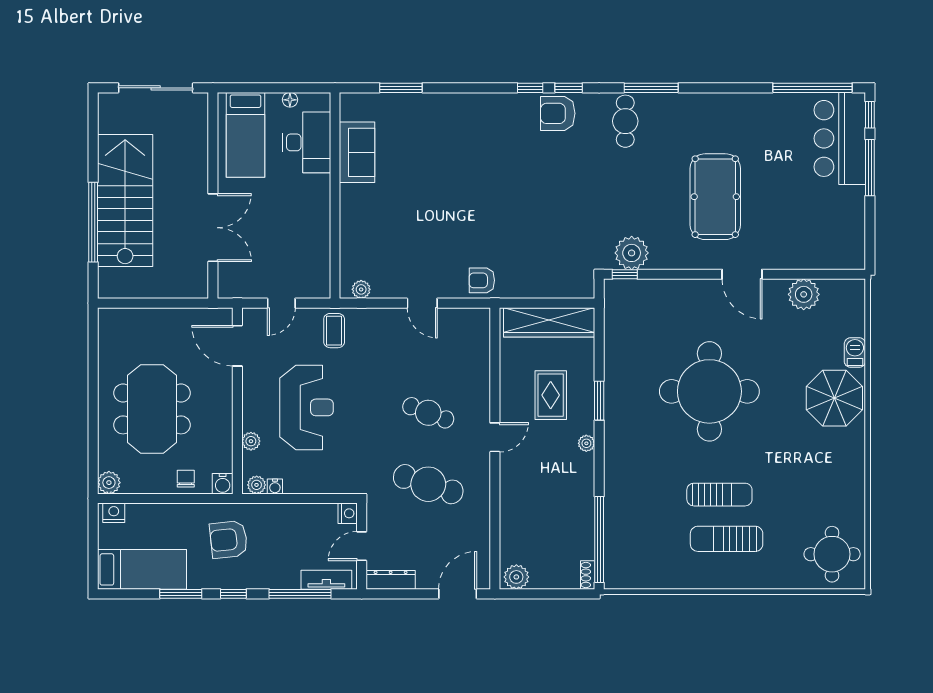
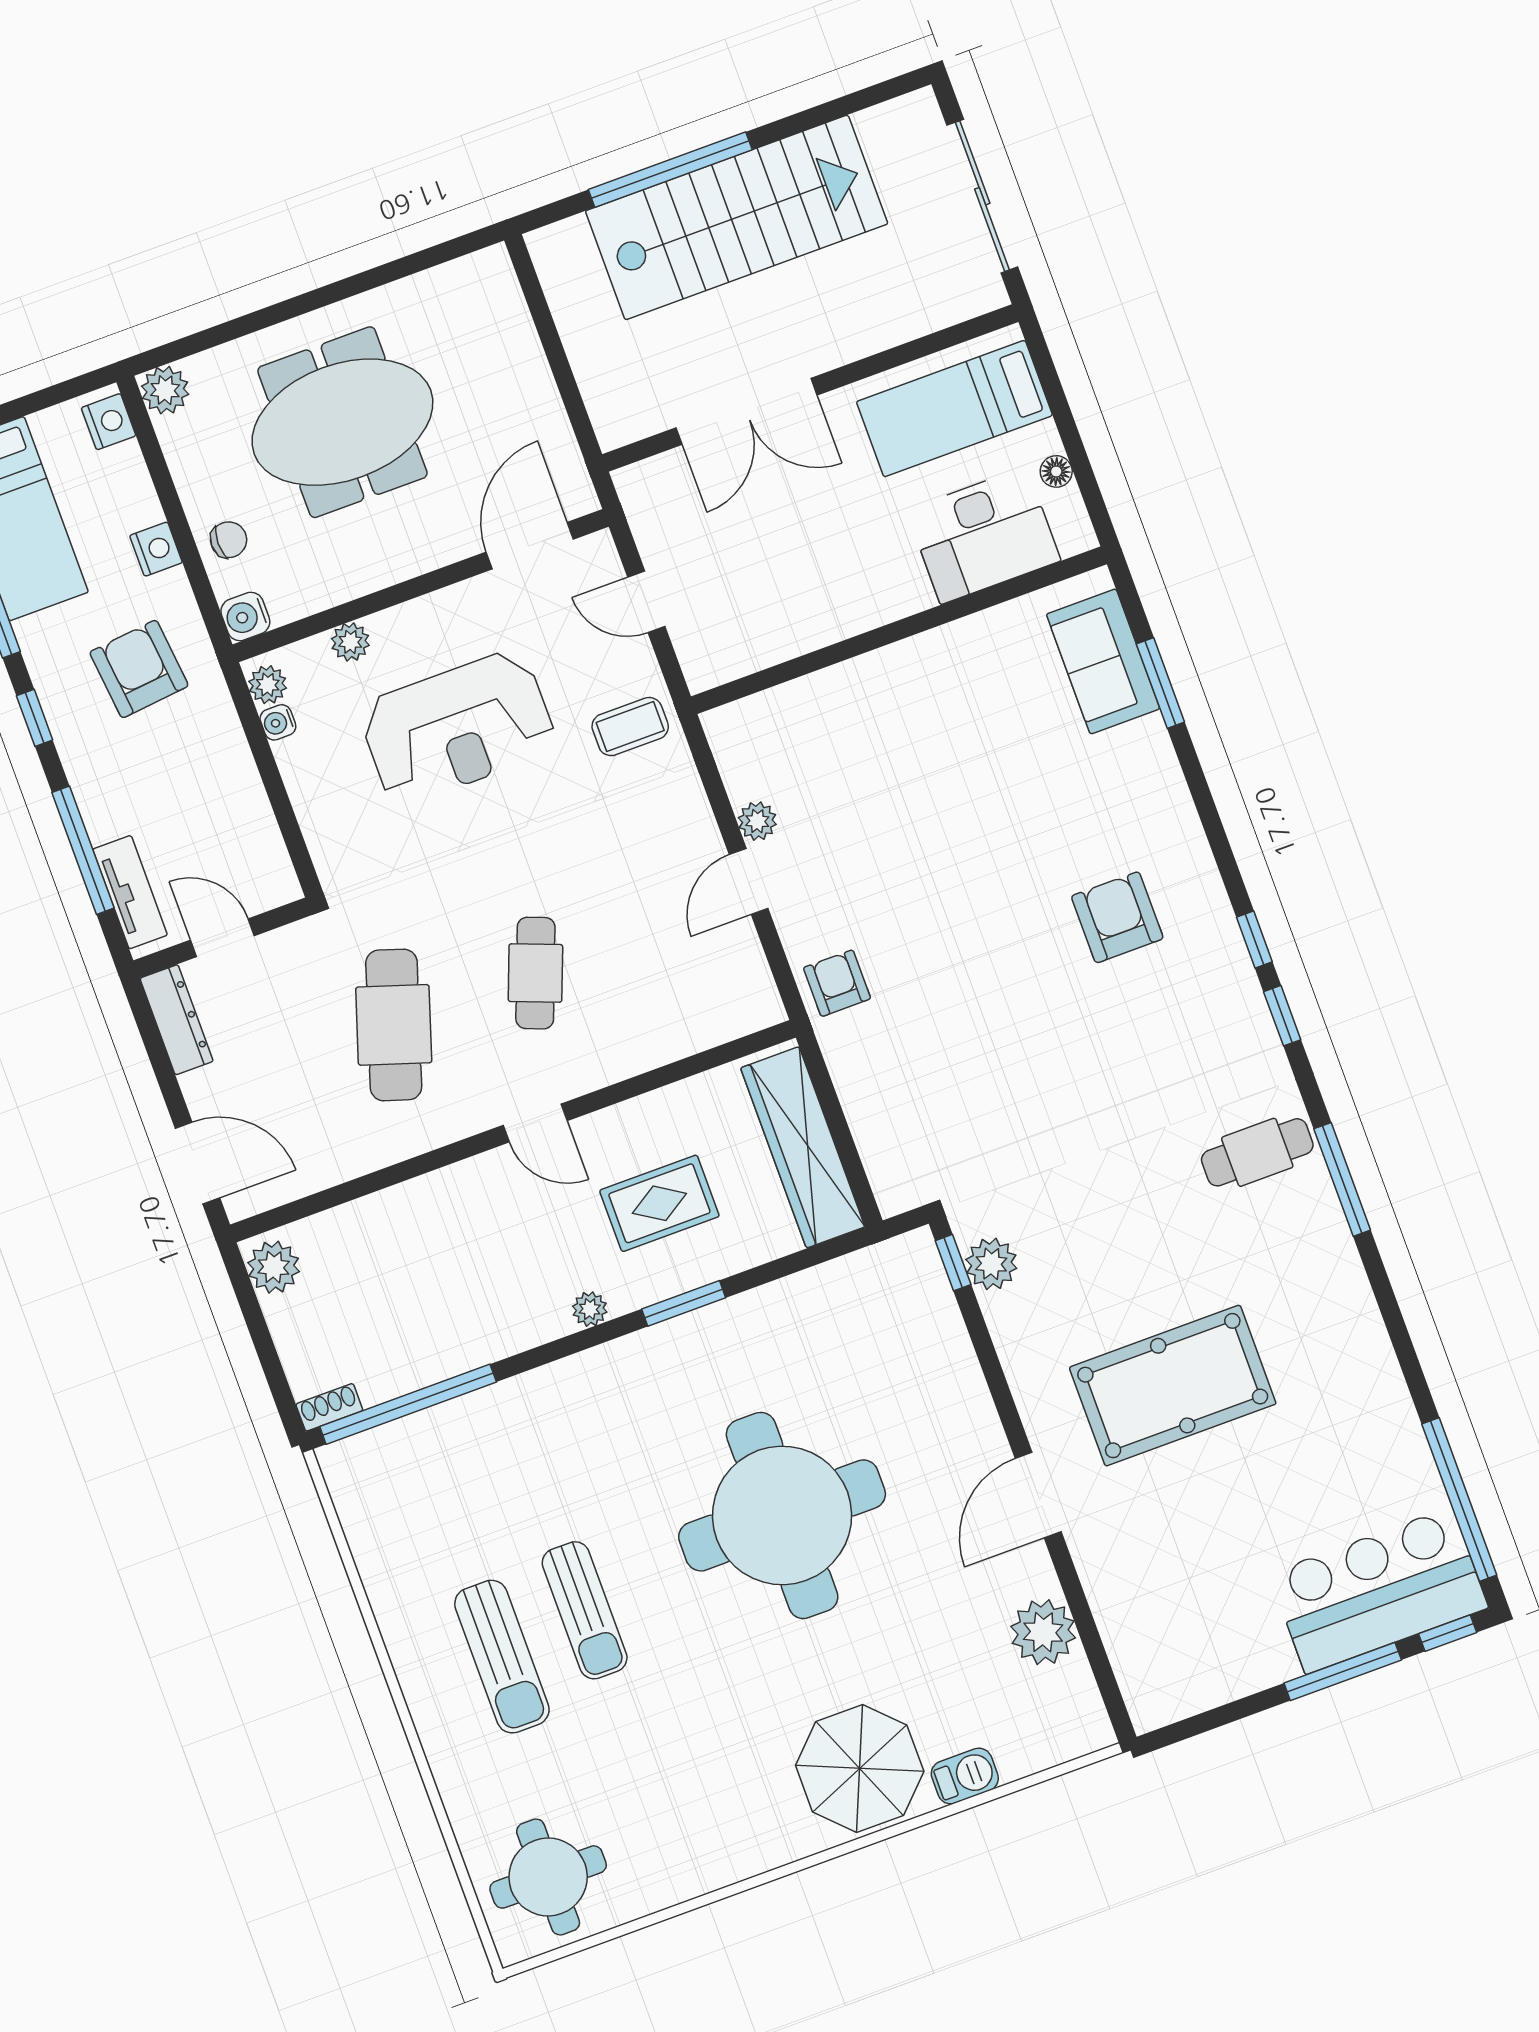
armchair: (558, 113) -> (1117, 917), moved
sofa: (357, 152) -> (1103, 661), moved, turned 90
plant: (632, 253) -> (991, 1264), width x0.73, depth x0.73
plant: (361, 289) -> (757, 821), moved
nightstand: (348, 513) -> (156, 549), moved, turned -90
sun lounger: (727, 539) -> (502, 1657), turned 180

